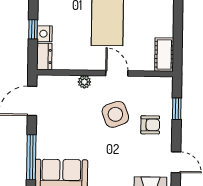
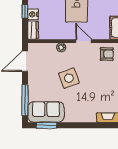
side table: (115, 114) -> (69, 78), moved
armchair: (150, 125) -> (107, 54), moved

